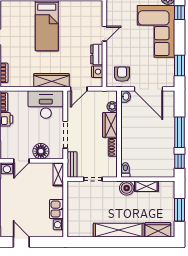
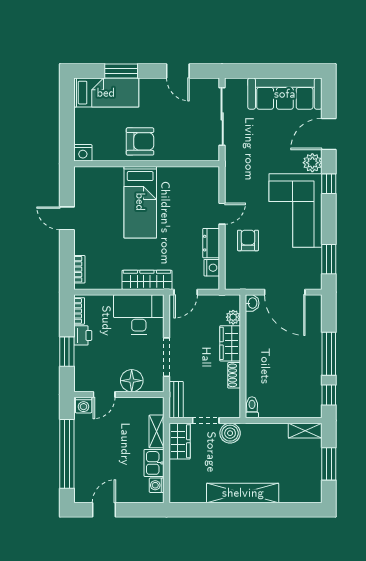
armchair: (122, 74) -> (248, 240), moved
shelving: (58, 174) -> (157, 431), moved
shelving: (146, 186) -> (305, 431), moved
boiler: (127, 188) -> (230, 433), moved
wardrobe: (158, 230) -> (180, 441), moved, turned 90
door: (21, 242) -> (104, 510), hinge flipped

